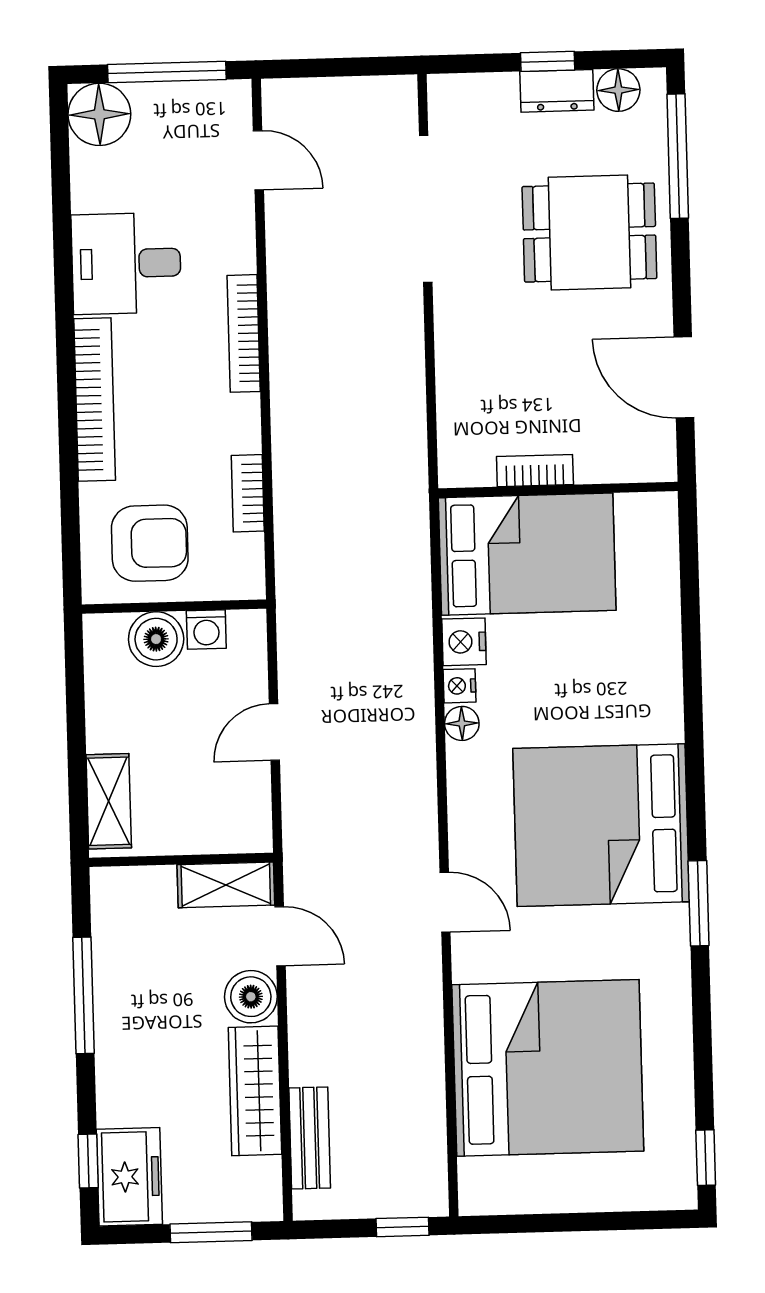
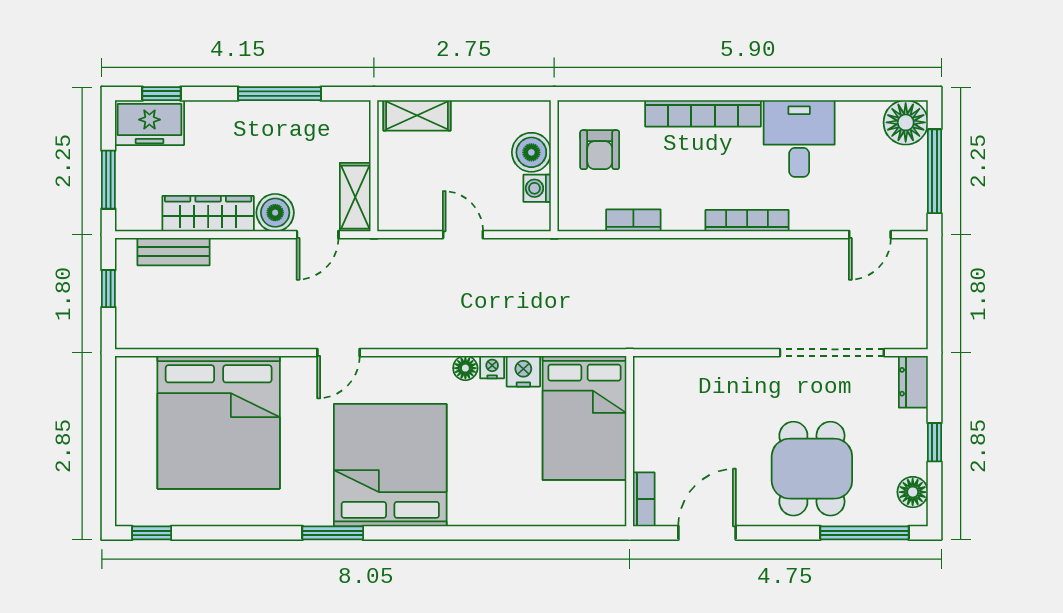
dresser: (557, 91) -> (913, 382), moved
bookcase: (535, 471) -> (644, 499), moved
armchair: (150, 543) -> (600, 150), width x0.72, depth x0.72
window: (402, 1227) -> (108, 289), moved

